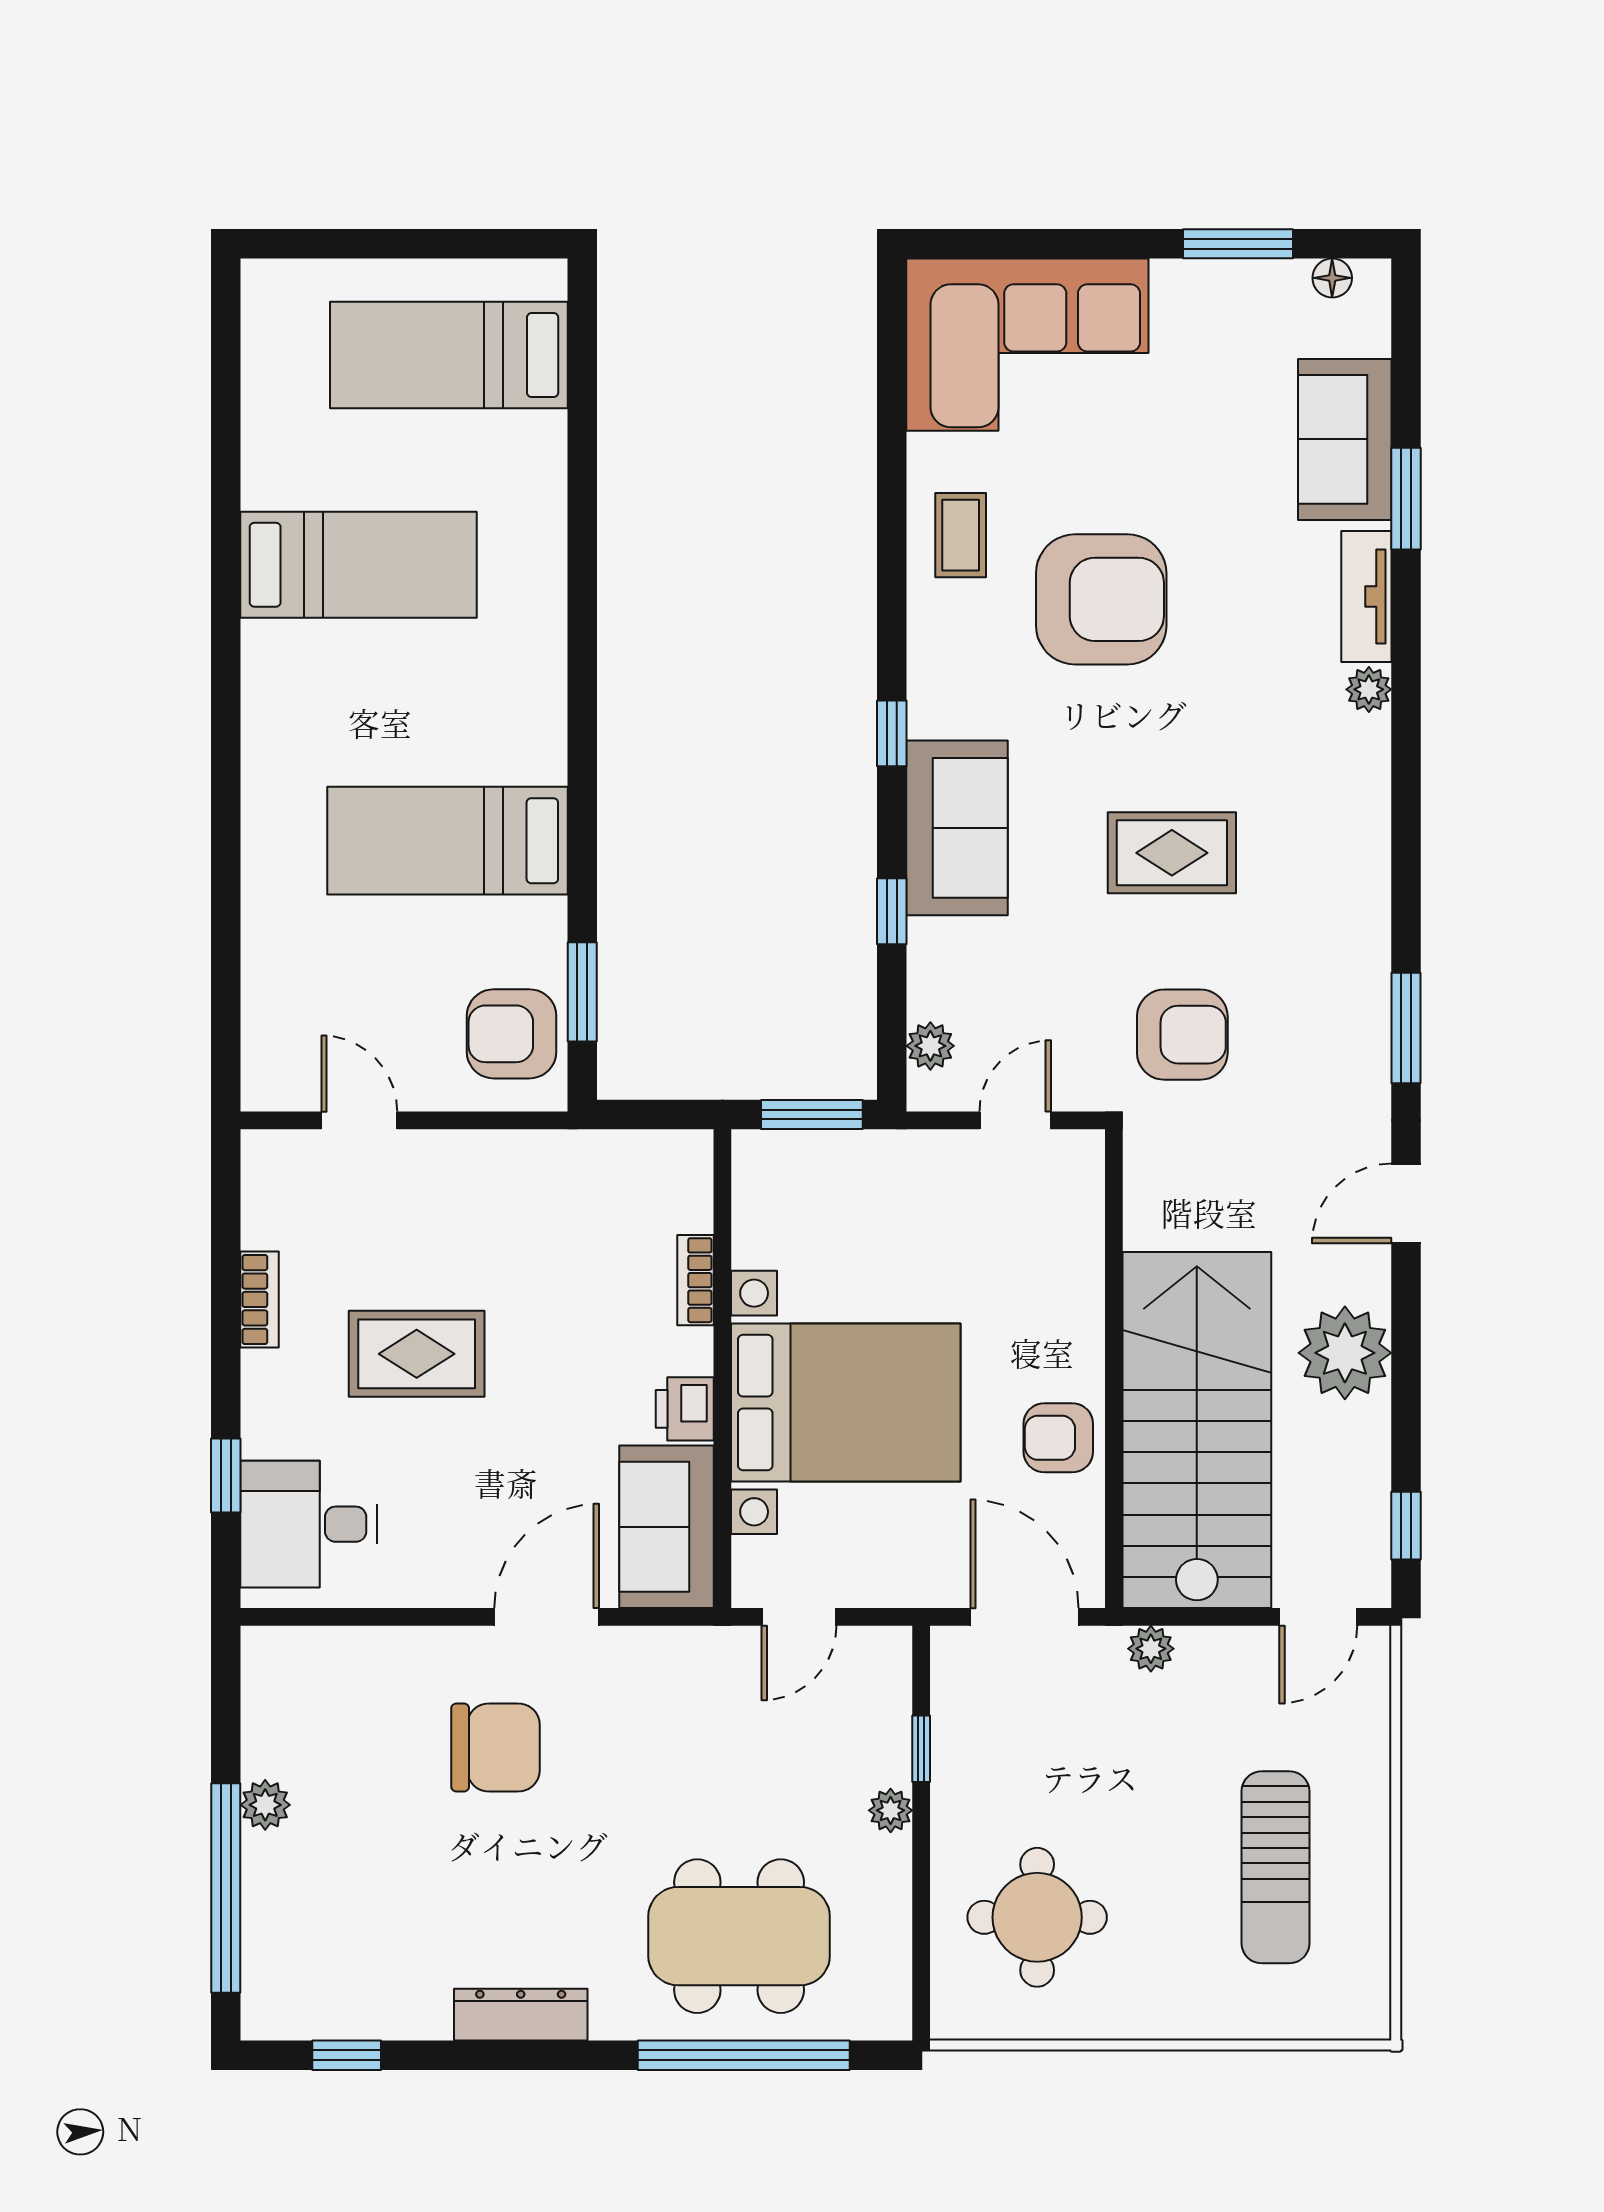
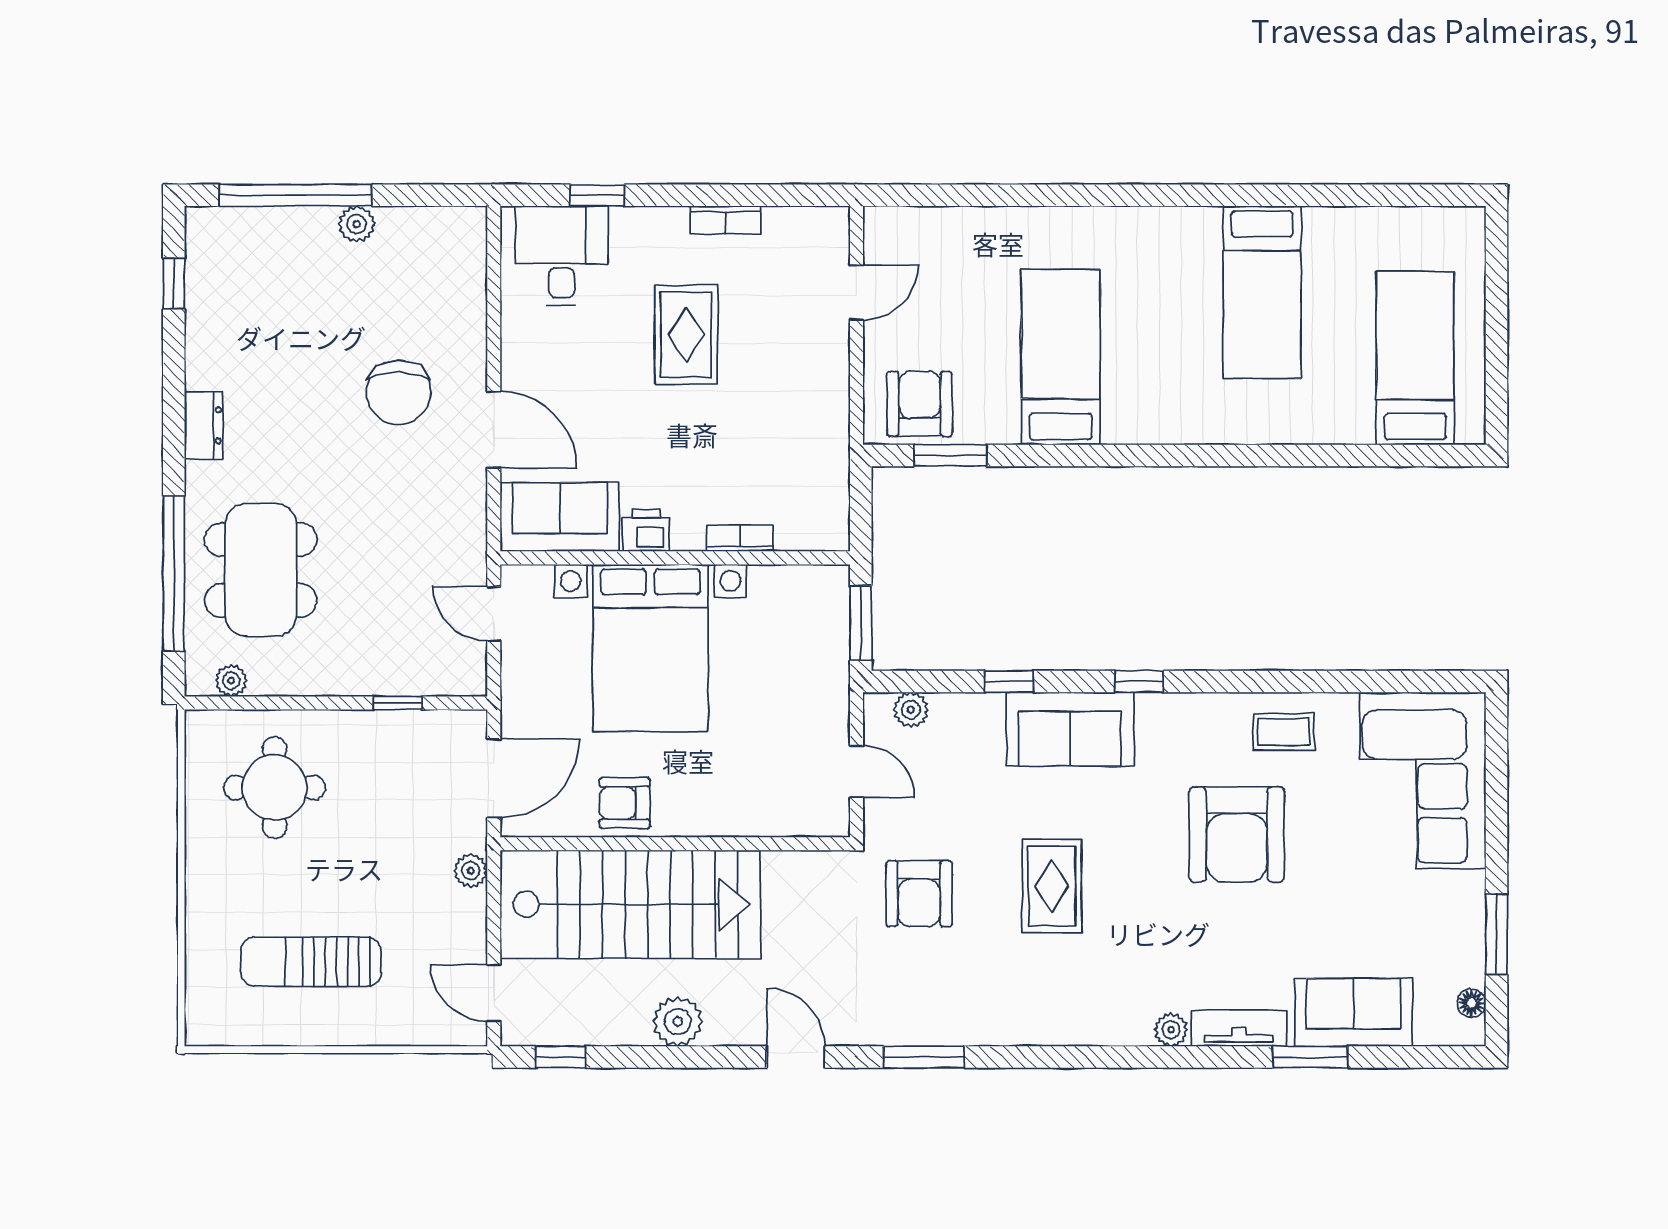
plant: (1345, 1353) -> (678, 1021), width x0.73, depth x0.73
armchair: (1058, 1438) -> (625, 803), turned -90
plant: (891, 1810) -> (231, 681), moved
dresser: (521, 2015) -> (204, 425), width x0.70

